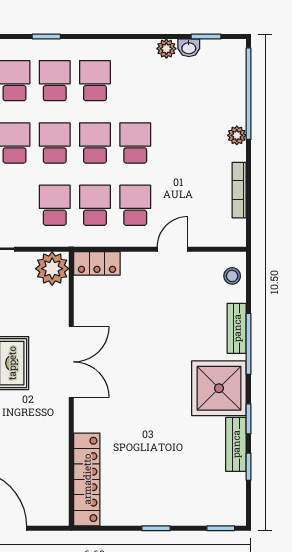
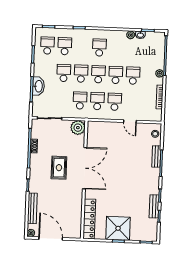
school desk: (55, 81) -> (133, 76), moved
door: (172, 249) -> (130, 121), swing flipped
locker: (97, 263) -> (97, 126), removed
double door: (71, 362) -> (85, 168), width x1.36
shower: (219, 388) -> (118, 228), moved

